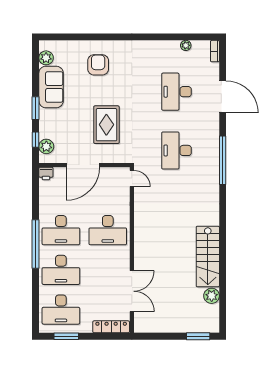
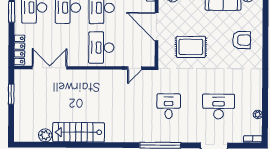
desk: (177, 150) -> (169, 106), width x0.73
door: (132, 179) -> (135, 68), moved
double door: (132, 291) -> (50, 68), swing flipped
window: (198, 336) -> (11, 94), moved

